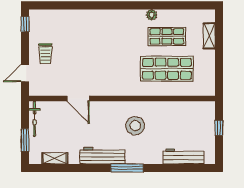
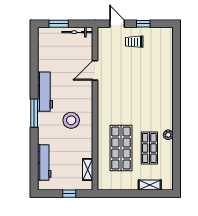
window: (25, 24) -> (143, 24), moved
shelving: (55, 158) -> (88, 169), moved

